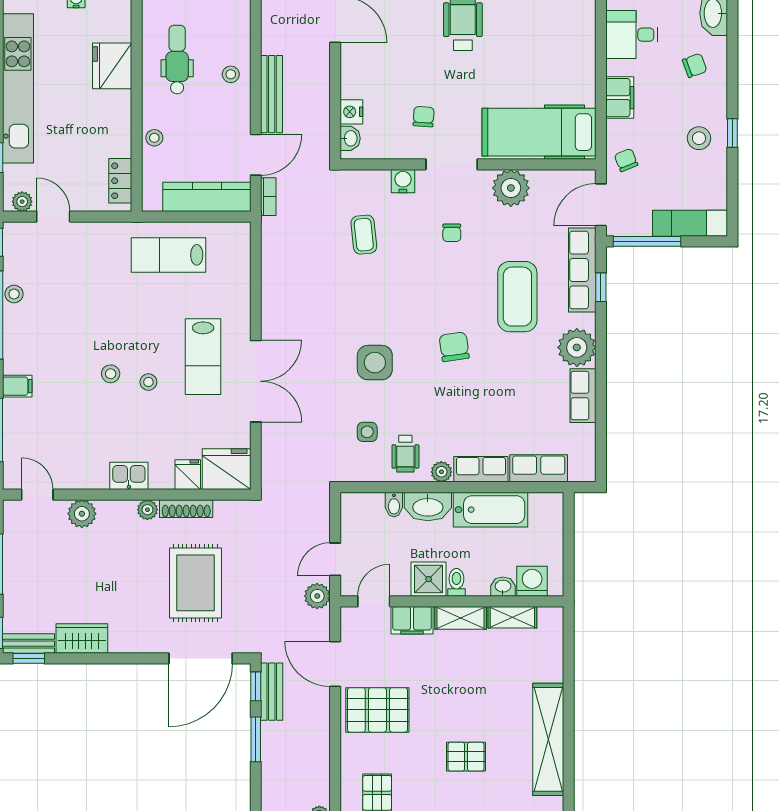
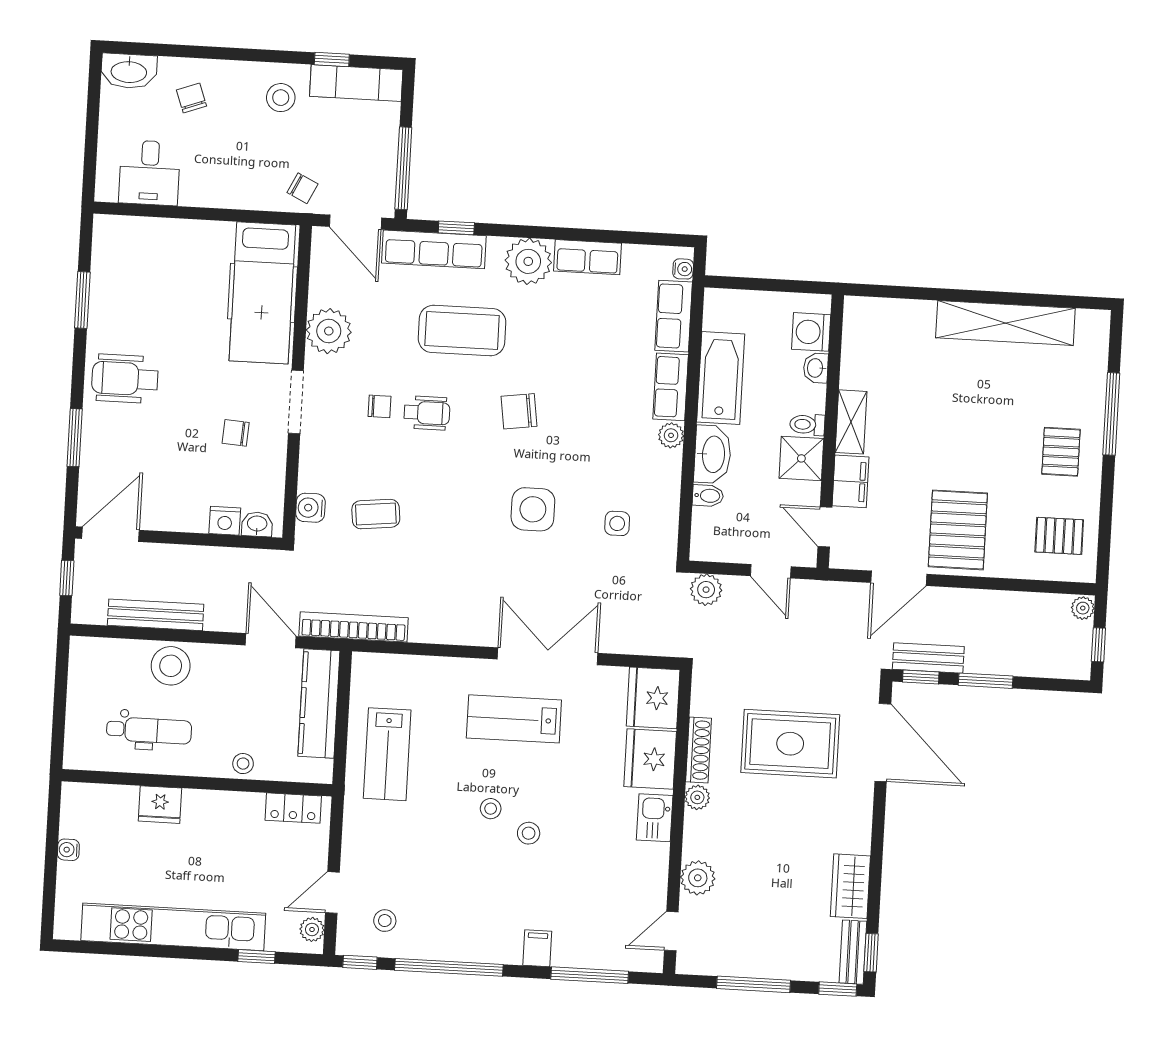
dental chair: (177, 60) -> (149, 730), turned 180
fridge: (112, 66) -> (160, 805), width x0.73, depth x0.75
stool: (231, 74) -> (171, 666), width x1.89, depth x1.89
bench: (272, 94) -> (156, 615), moved
filing cabinet: (620, 98) -> (226, 192), removed
window: (732, 133) -> (332, 59), moved
chair: (626, 160) -> (303, 188), turned -132
water cooler: (403, 181) -> (310, 508), moved
bookcase: (268, 197) -> (354, 627), width x2.31, depth x1.31
exam couch: (690, 223) -> (356, 83), moved, turned -90
stool: (14, 294) -> (385, 921), moved
lab bench: (203, 357) -> (514, 719), turned 180
stool: (148, 382) -> (491, 809), moved
wheelchair: (405, 454) -> (427, 413), moved
water cooler: (578, 474) -> (683, 269), added
fridge: (188, 475) -> (650, 759), width x1.88, depth x1.34
plant: (317, 596) -> (706, 590), moved
shelving: (512, 617) -> (854, 359), removed
pallet: (466, 757) -> (1061, 452), moved

